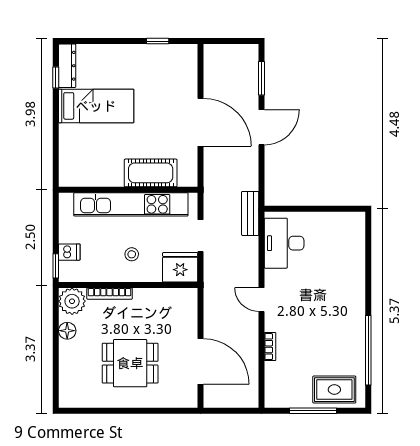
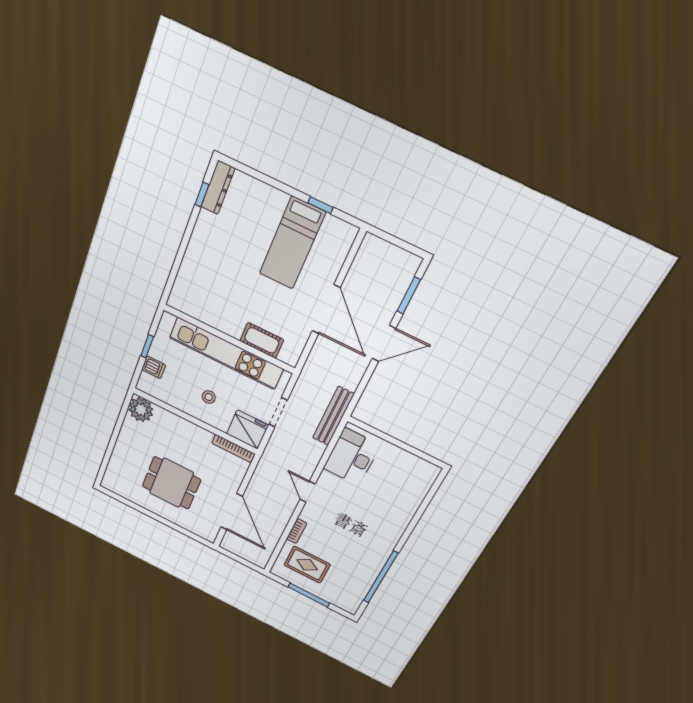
bed: (96, 106) -> (292, 243), moved, turned 90
cot: (151, 173) -> (262, 340), width x0.73, depth x0.75
bench: (250, 213) -> (333, 416), width x1.36
window: (56, 266) -> (147, 346), moved
bookcase: (110, 294) -> (233, 449), moved
floor lamp: (67, 331) -> (128, 431), removed
rug: (334, 390) -> (307, 565), moved

